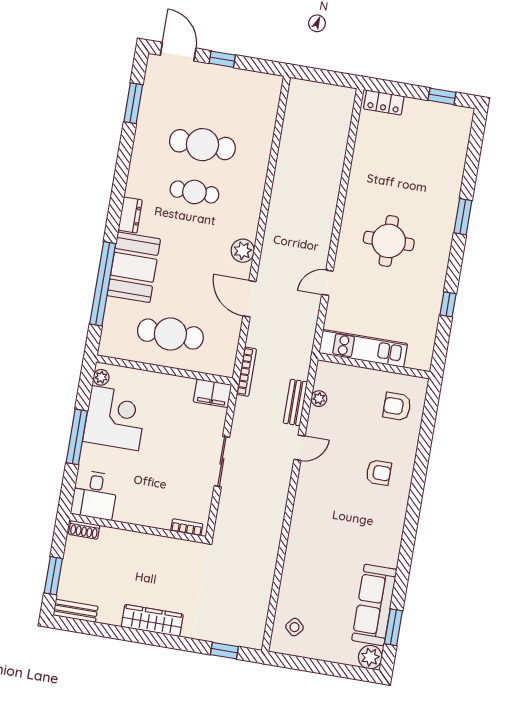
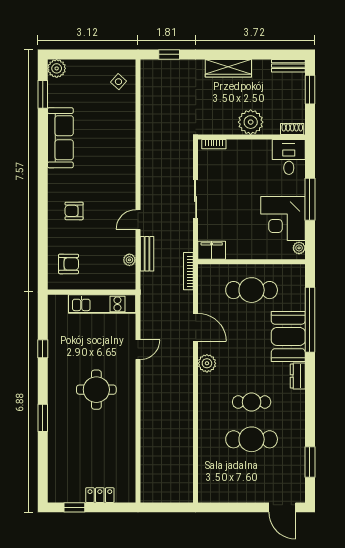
window: (222, 59) -> (247, 507), removed
locker: (384, 103) -> (100, 495), moved
plant: (135, 547) -> (251, 122), added
sofa: (374, 605) -> (60, 138), moved

